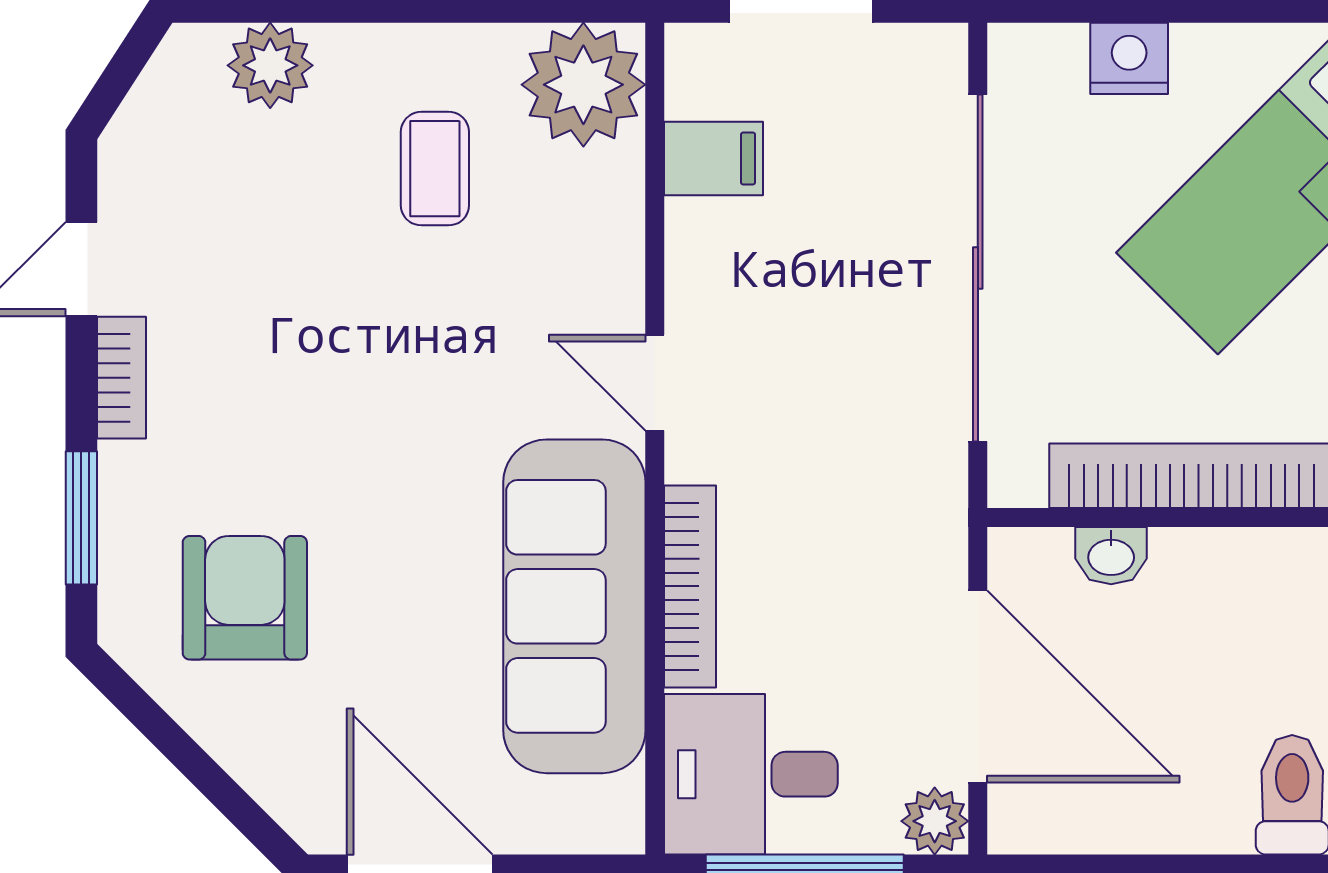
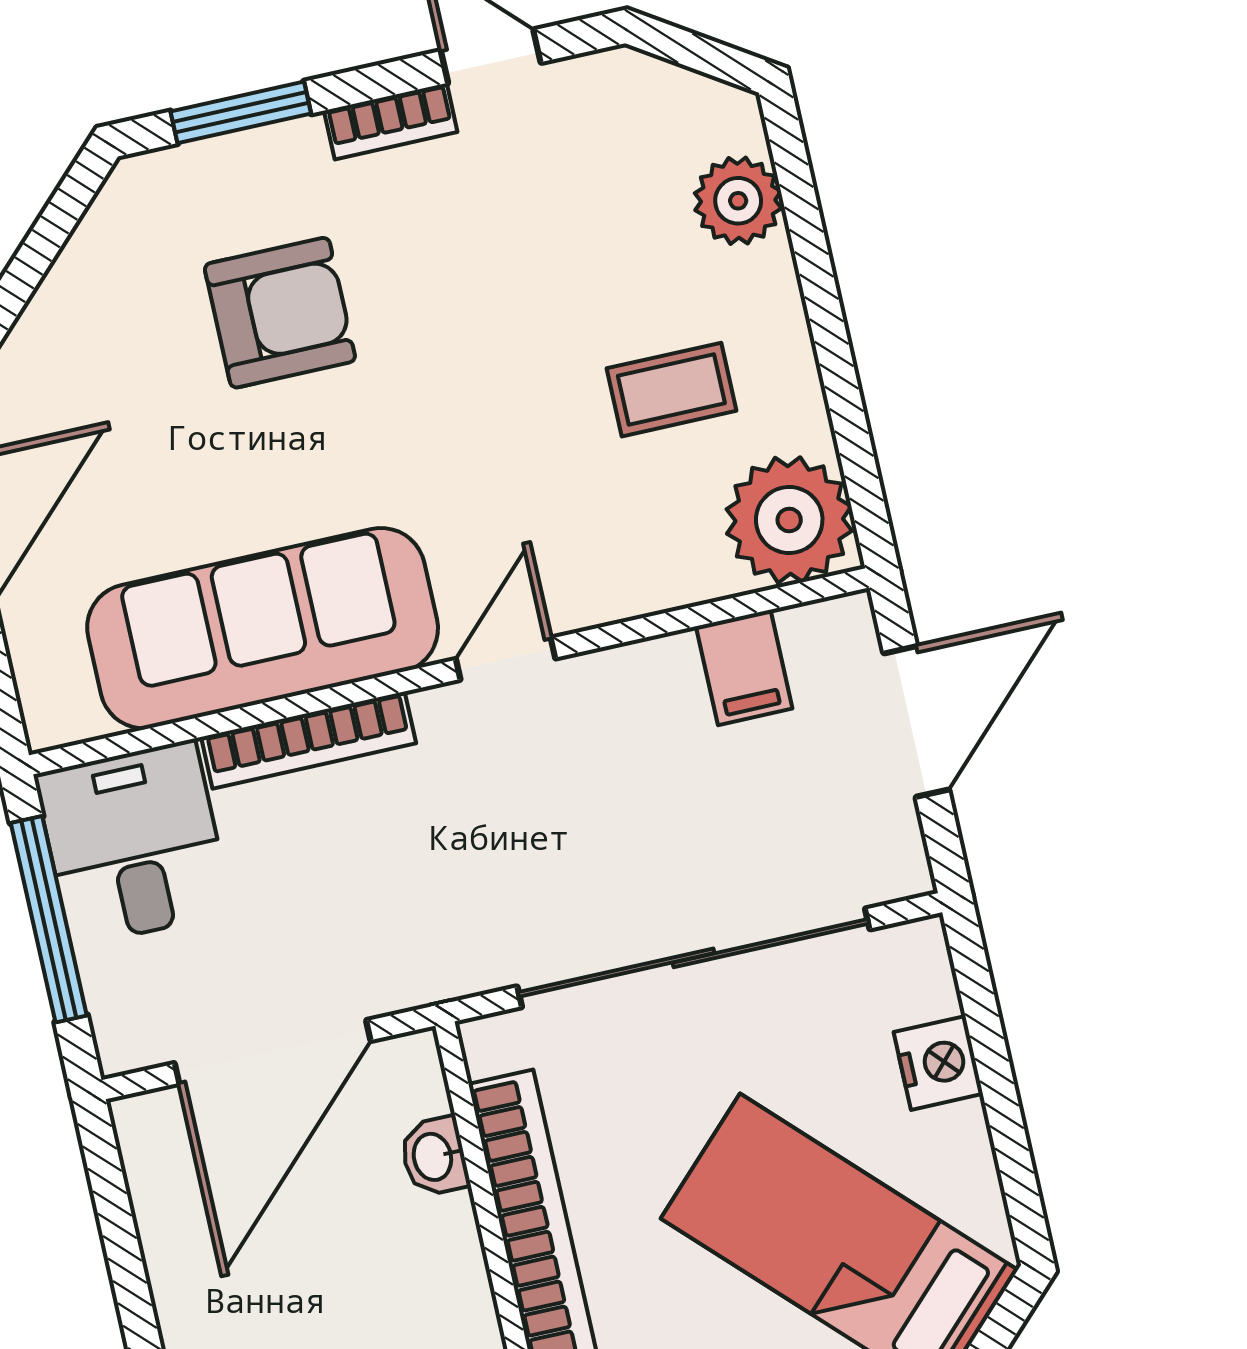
armchair: (245, 598) -> (280, 313), moved
plant: (935, 821) -> (128, 1039), removed

